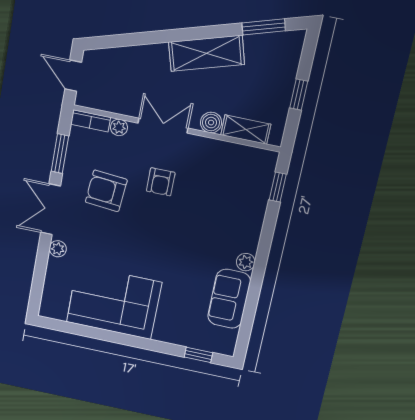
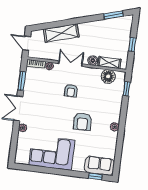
shelving: (206, 53) -> (61, 33), moved
floor lamp: (241, 159) -> (108, 76), added
armchair: (106, 191) -> (82, 122), moved, turned -97
sofa: (229, 299) -> (99, 166), moved, turned 90

